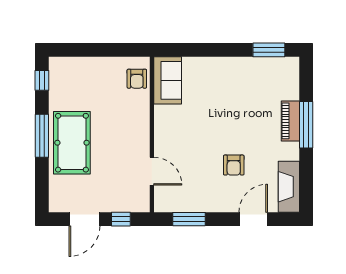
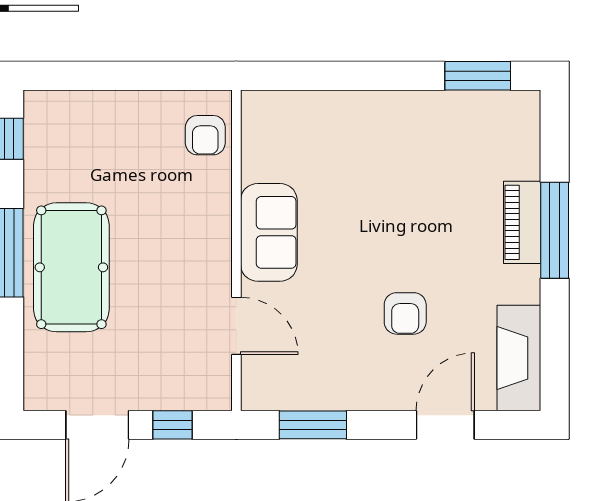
sofa: (168, 80) -> (269, 232), moved

